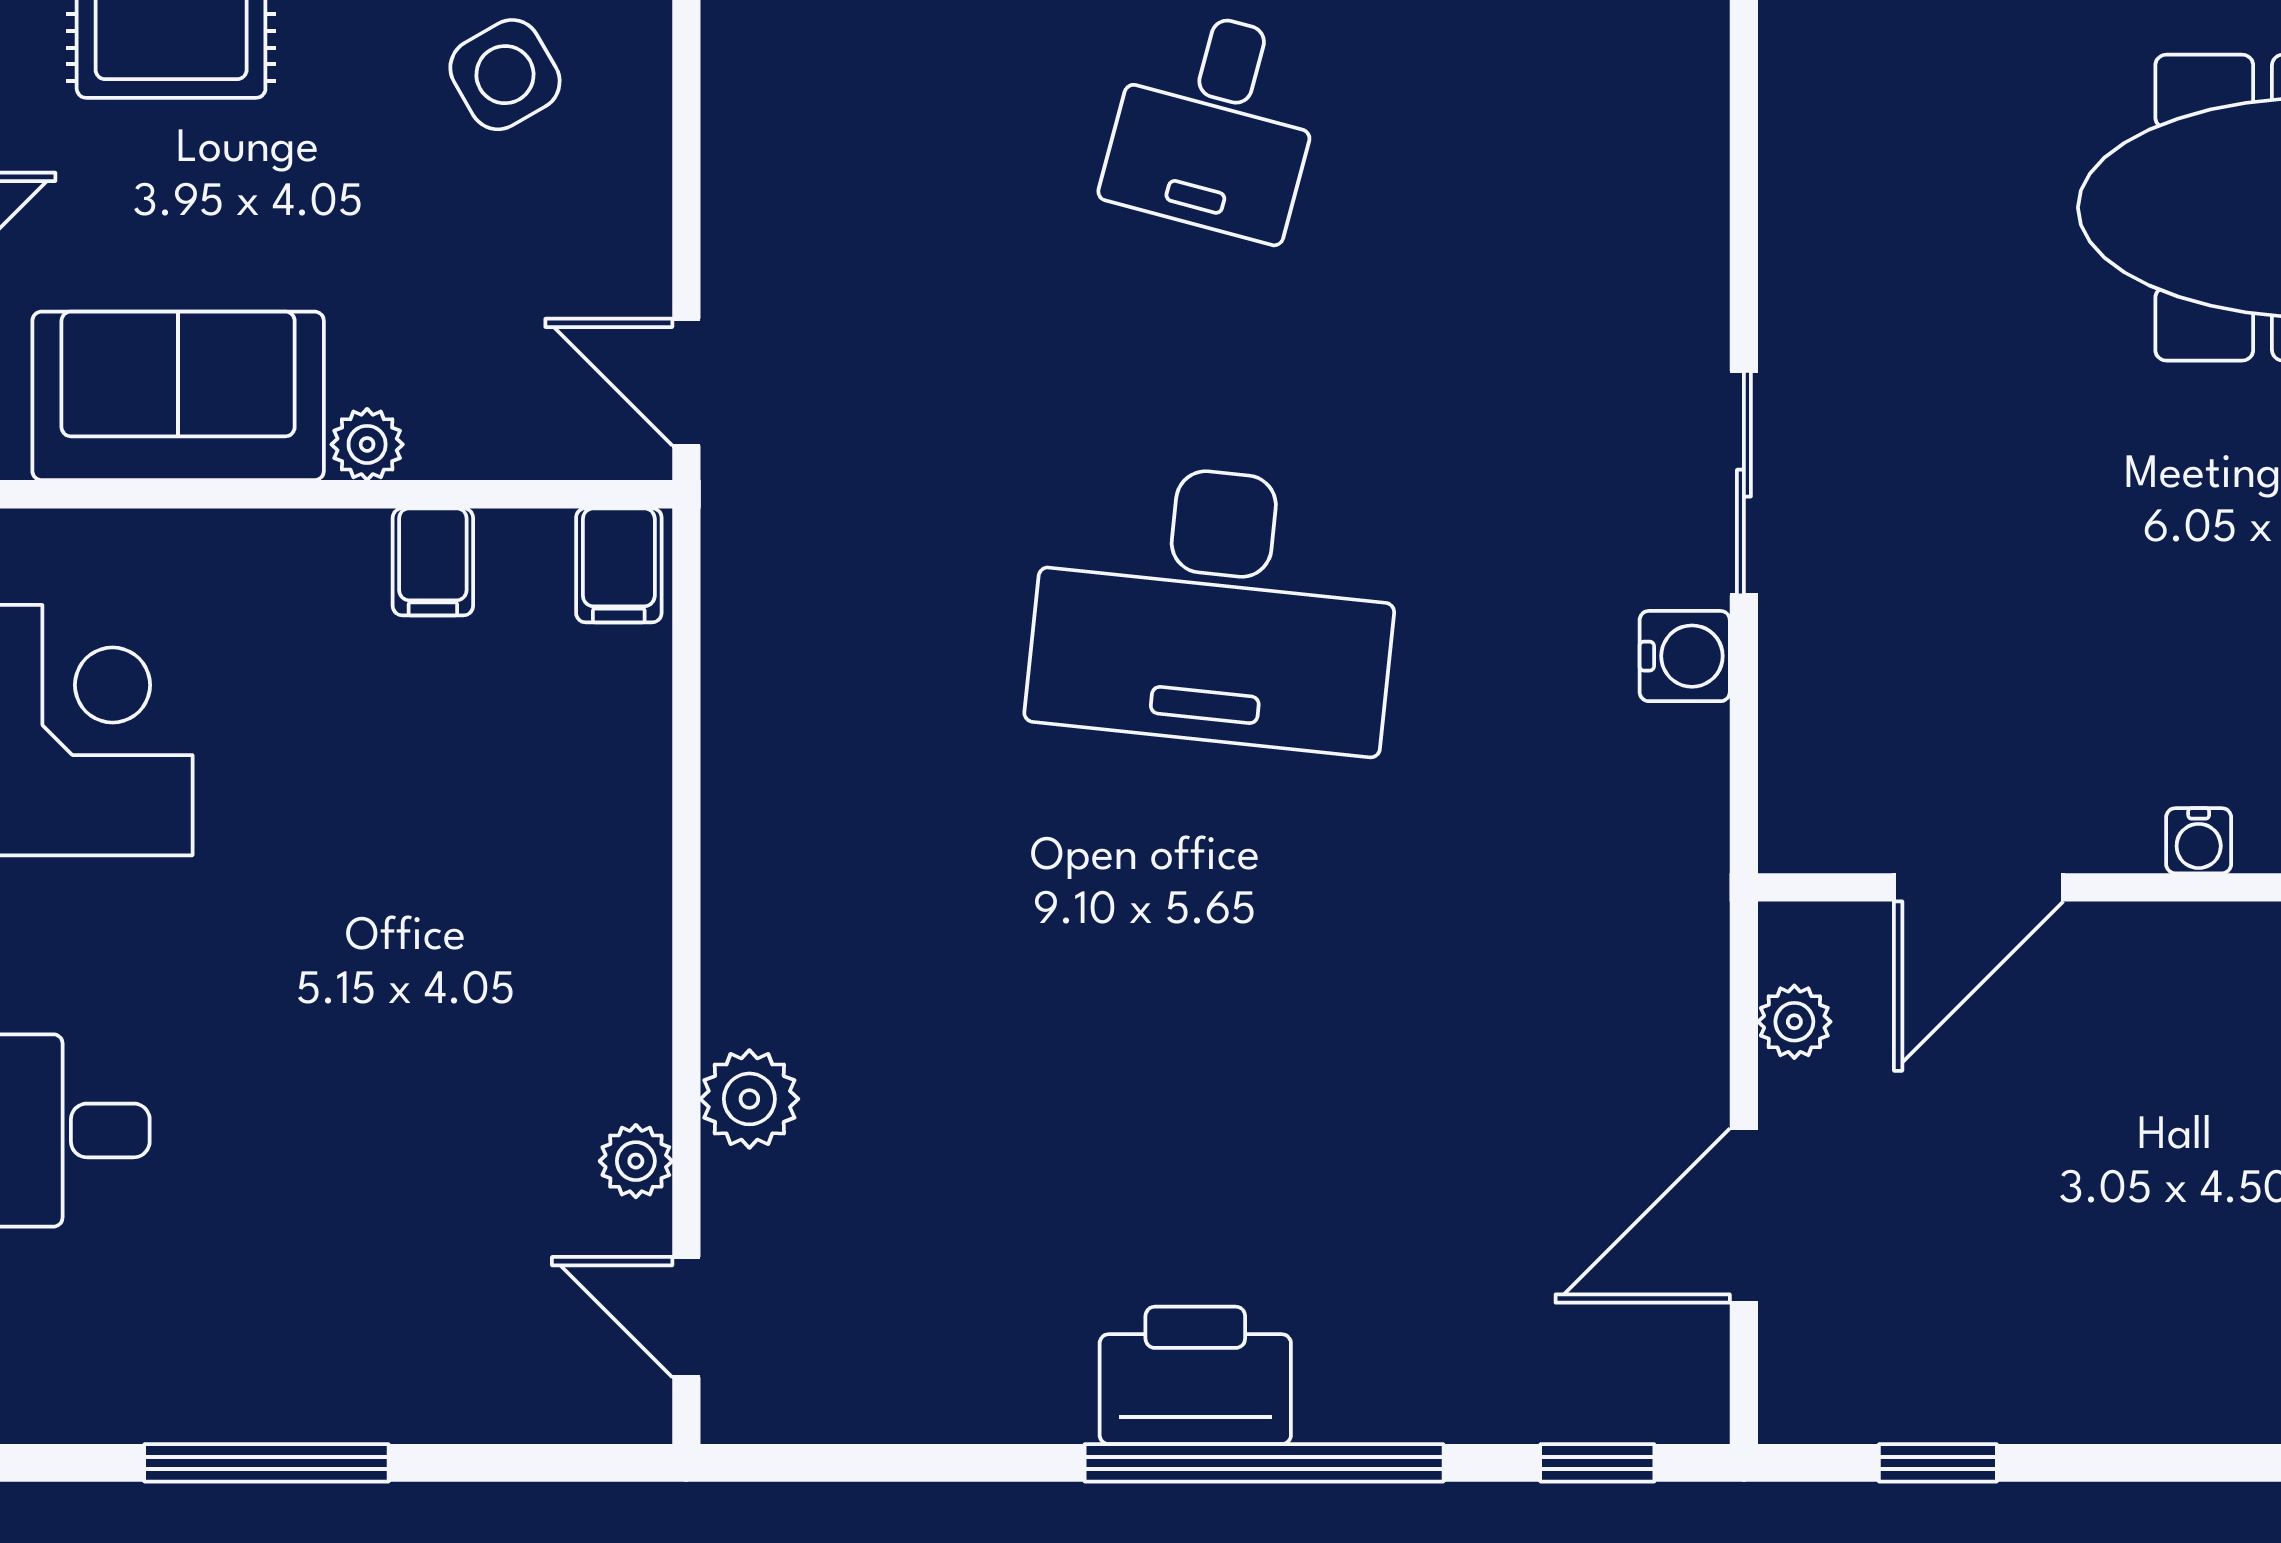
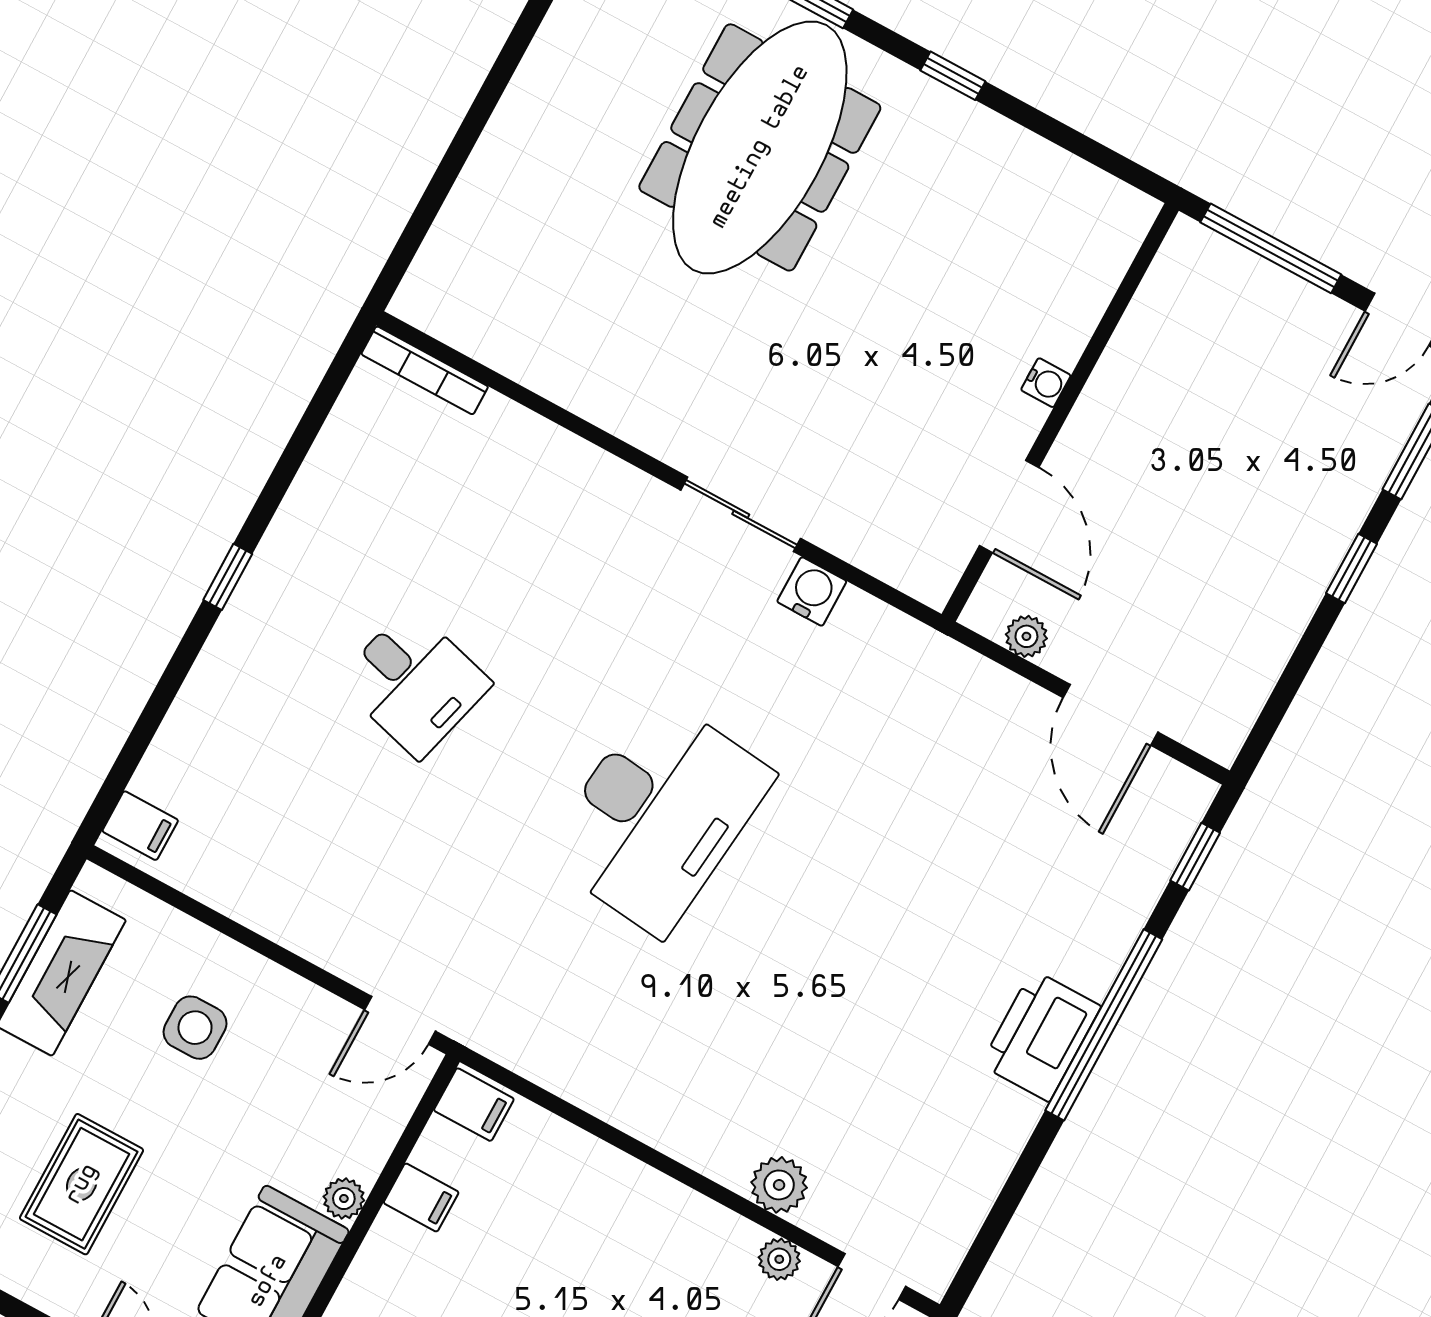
side table: (505, 75) -> (195, 1028), turned 30
window: (1938, 1463) -> (1352, 569), moved

